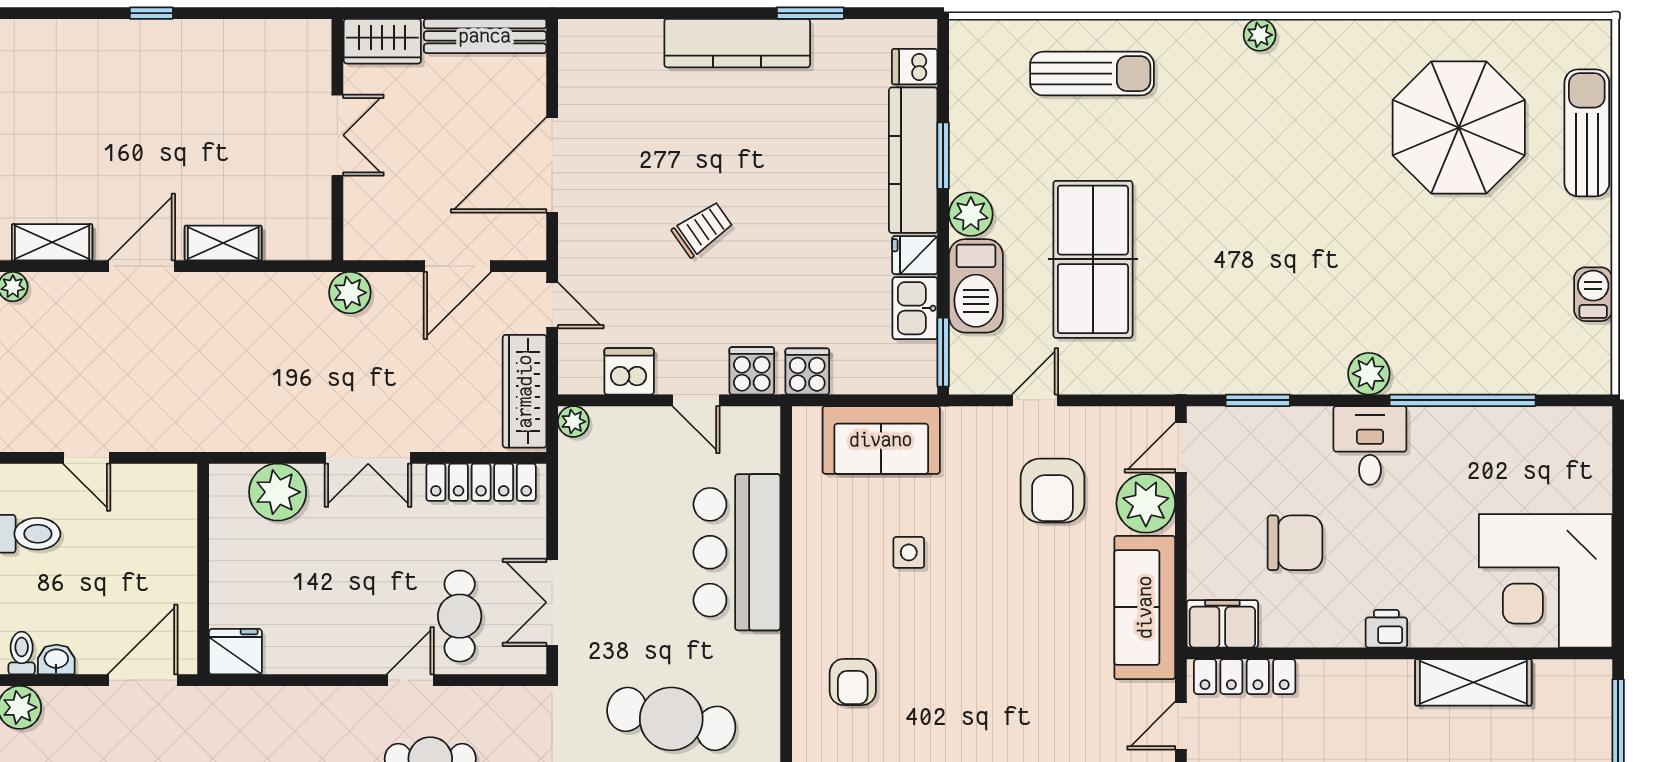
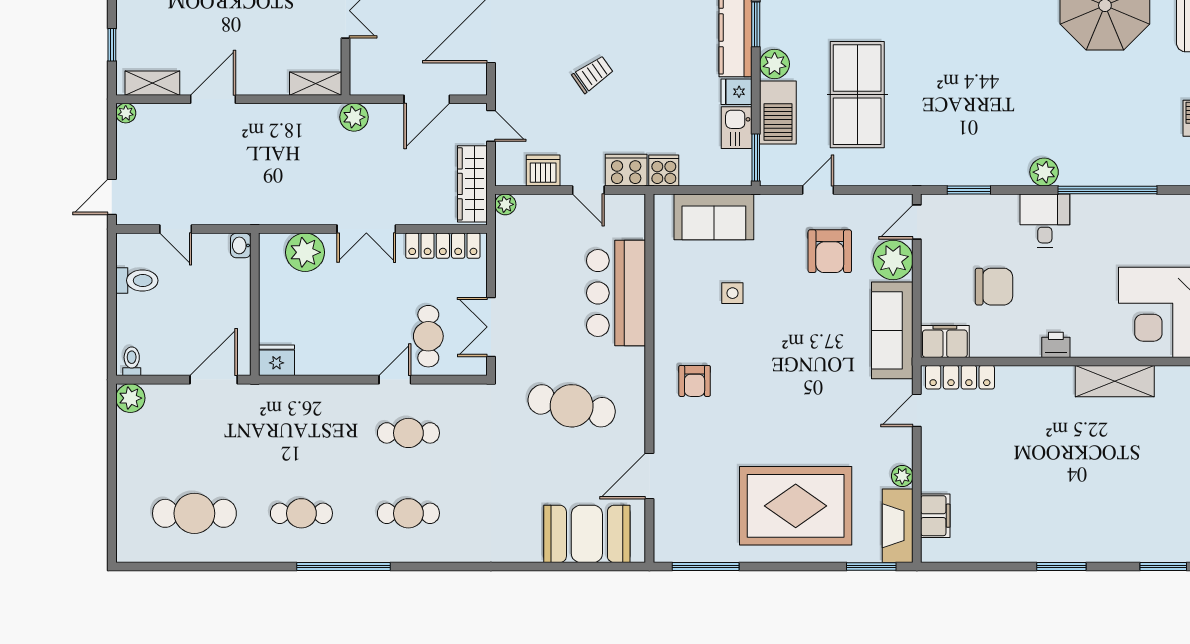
shelving: (223, 243) -> (316, 84), moved
cooker: (752, 371) -> (626, 170), width x1.36
washbasin: (56, 660) -> (241, 245), moved, turned -90

